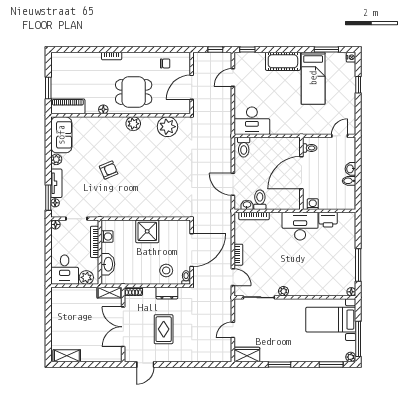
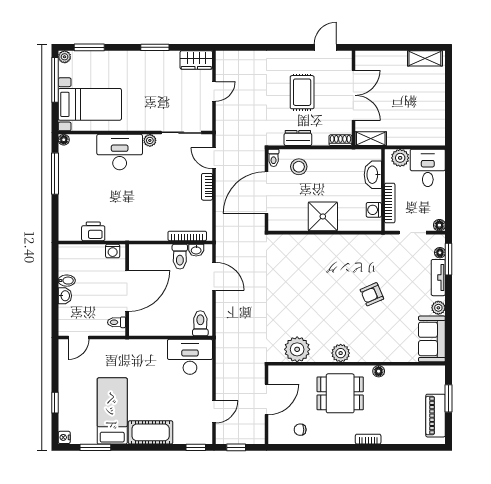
piano: (68, 106) -> (436, 416), moved, turned 90
desk: (300, 226) -> (120, 152), moved, turned 180

